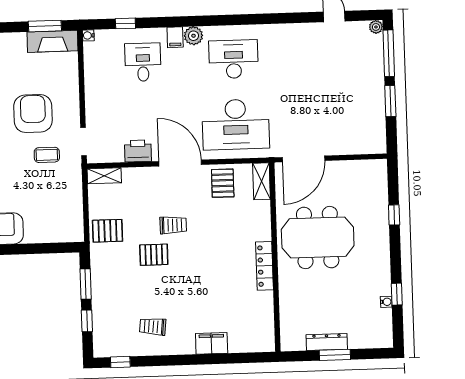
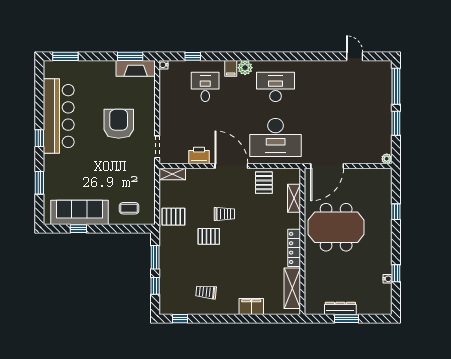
plant: (376, 27) -> (387, 159), moved
coffee table: (47, 155) -> (129, 208), moved
shelving: (261, 181) -> (294, 198), moved
shelving: (264, 318) -> (292, 288), added

